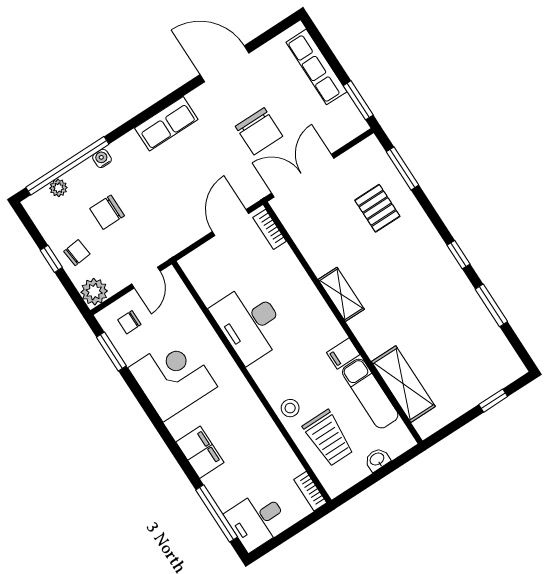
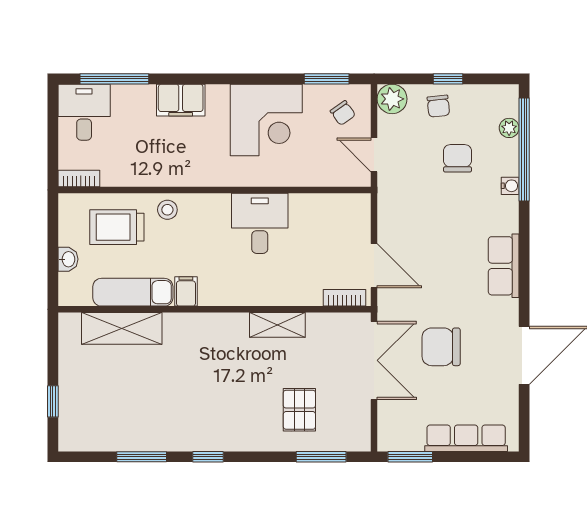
pallet: (377, 208) -> (299, 410), turned 90
shelving: (341, 294) -> (277, 325), moved
chair: (129, 322) -> (343, 113), turned 145
desk: (250, 323) -> (260, 223), width x0.73

